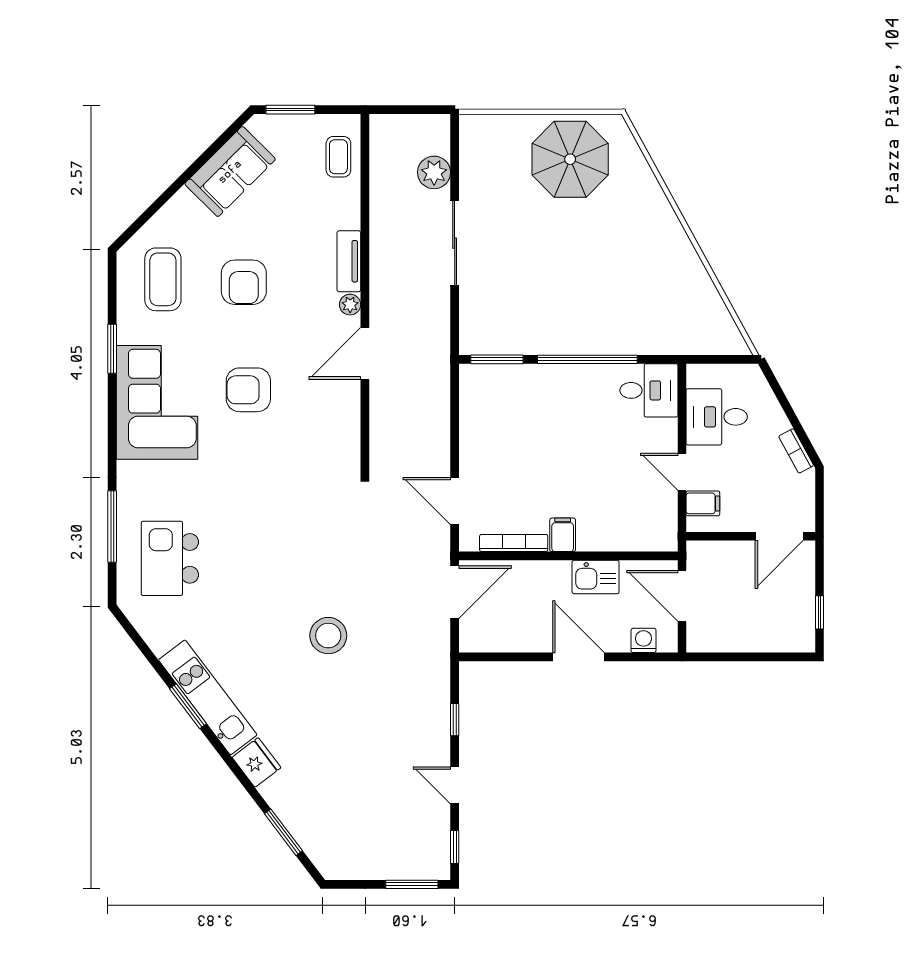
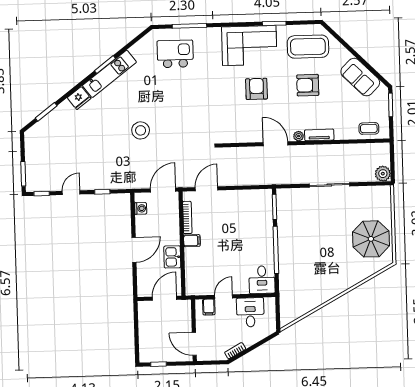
plant: (434, 172) -> (383, 174), moved
coffee table: (163, 279) -> (308, 47), width x1.36, depth x1.32
door: (455, 592) -> (163, 190), swing flipped
washing machine: (643, 640) -> (141, 208), moved

